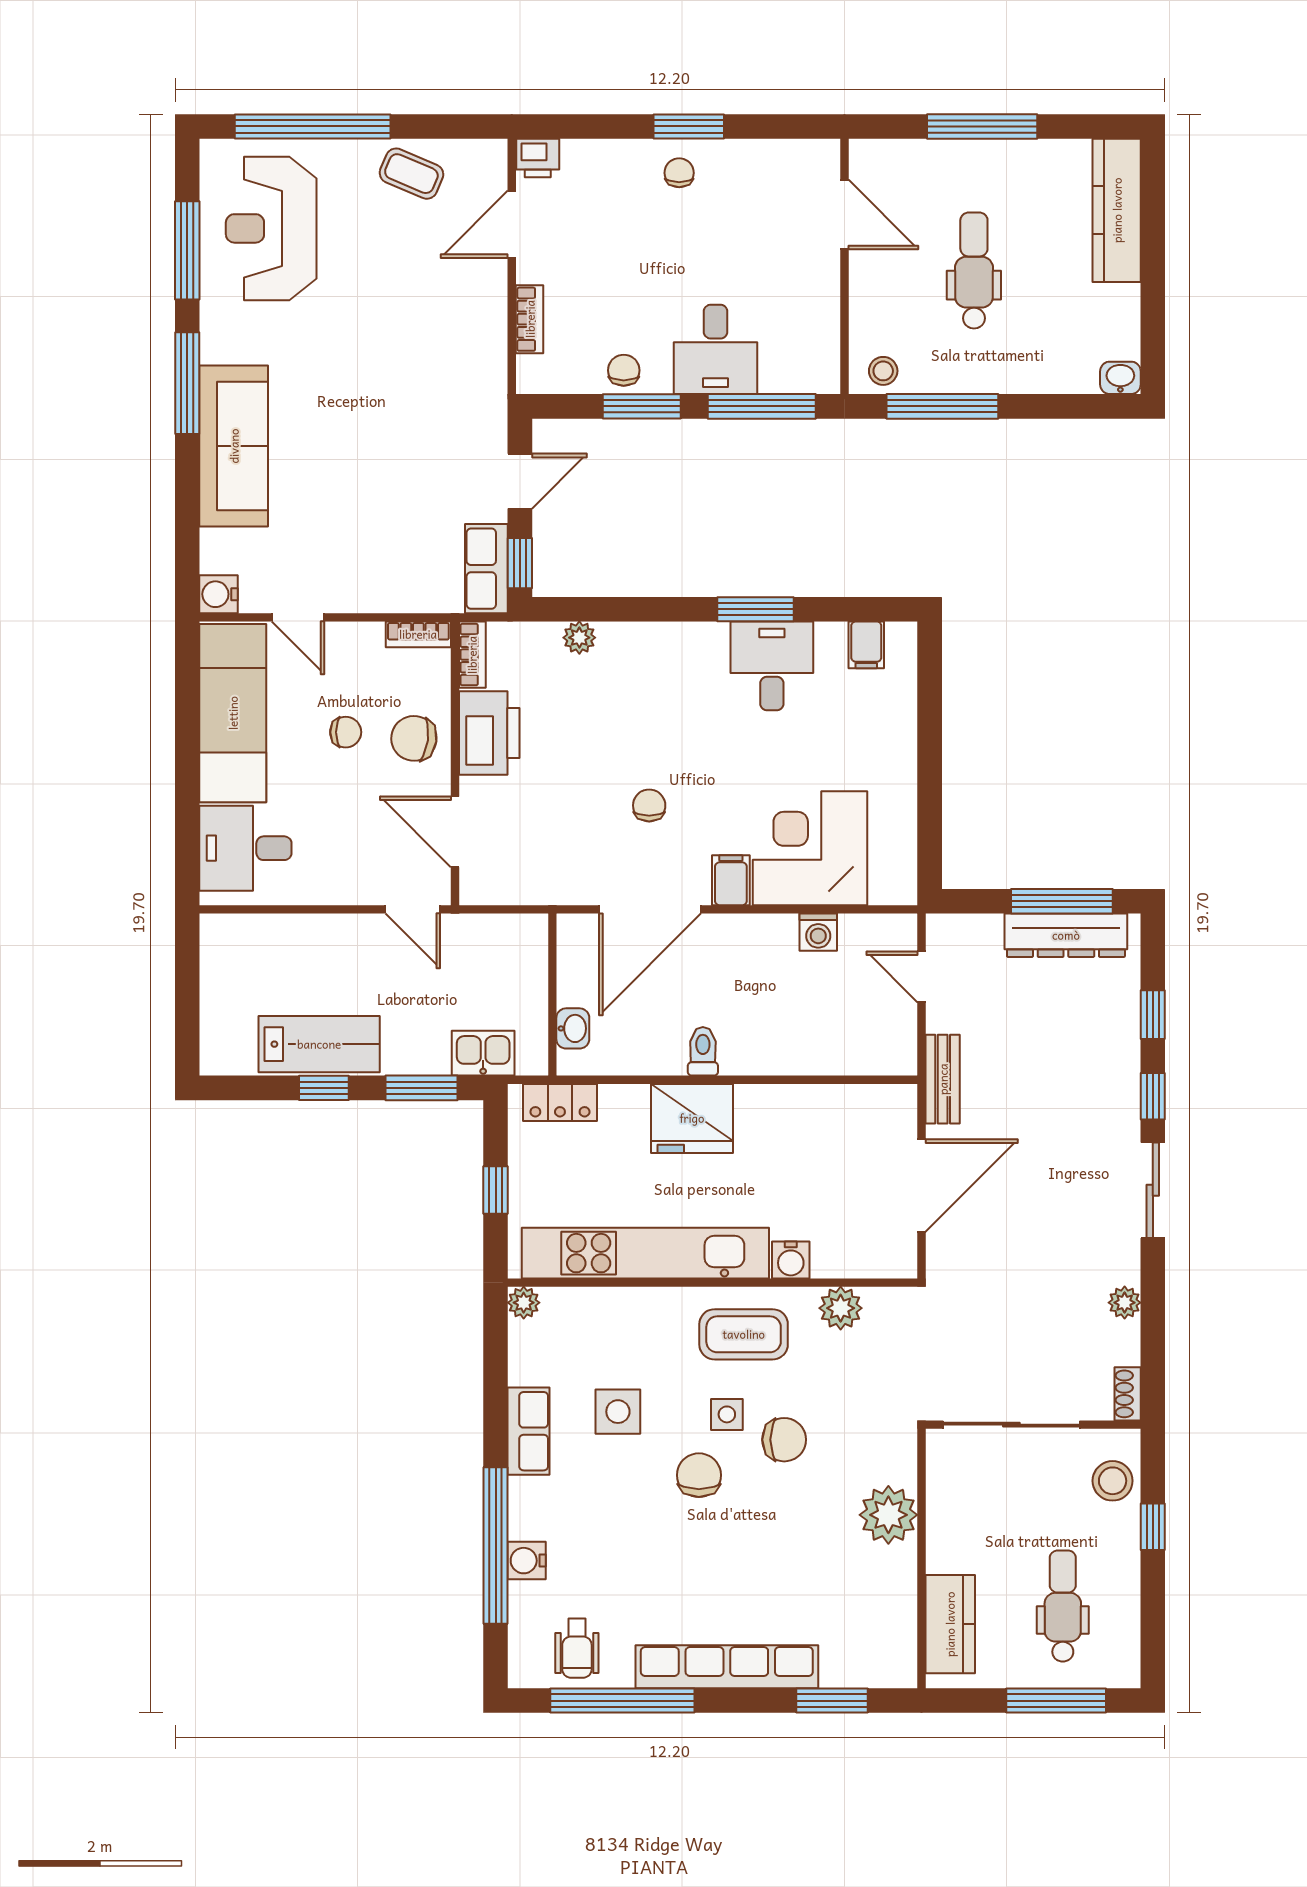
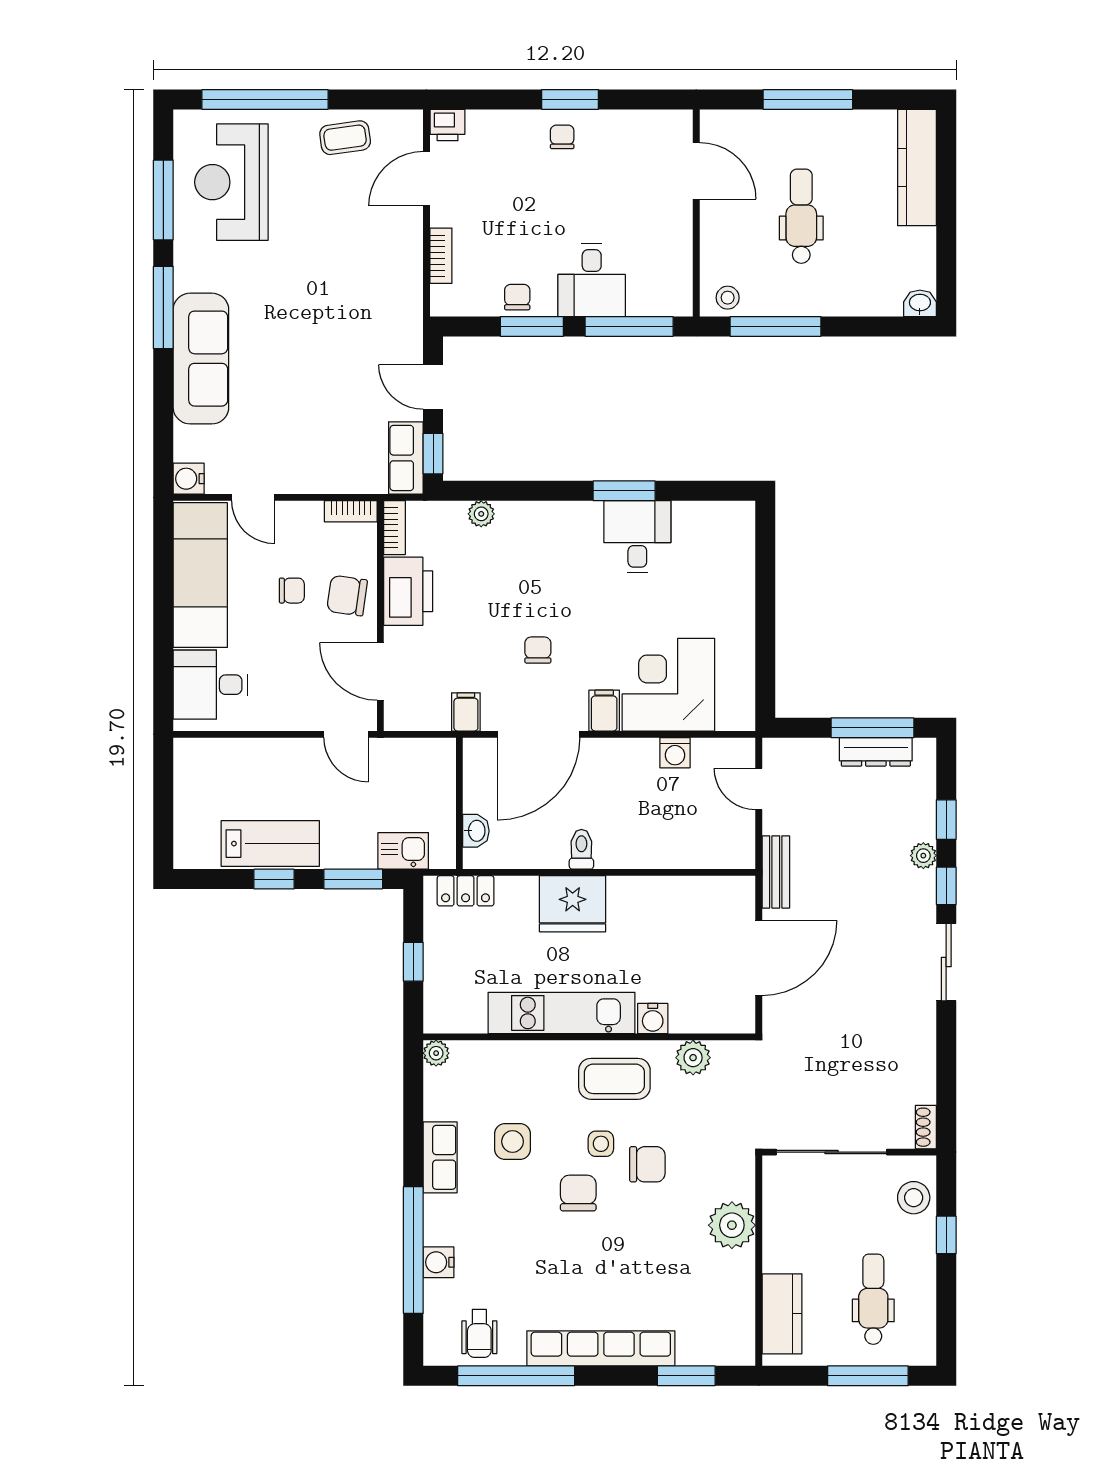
coffee table: (411, 174) -> (345, 138), turned -31
door: (520, 481) -> (433, 387), swing flipped
filing cabinet: (866, 645) -> (466, 712), moved, turned 180
dresser: (1066, 935) -> (876, 752), width x0.73, depth x0.80
kitchen unit: (645, 1253) -> (562, 1013), width x0.73
plant: (1125, 1303) -> (923, 856), moved

